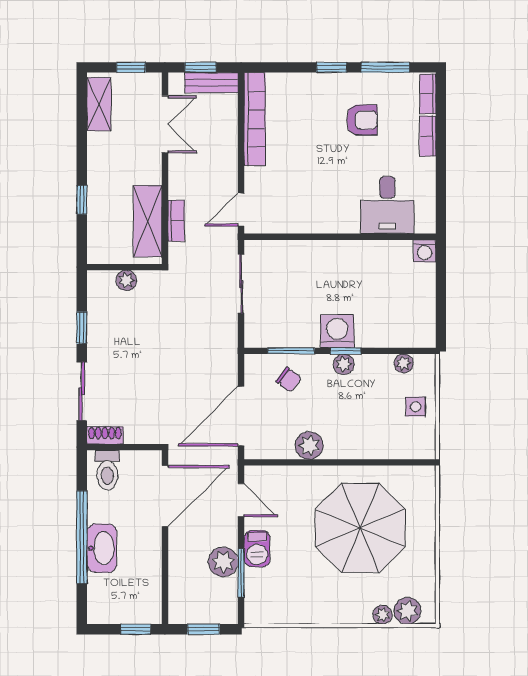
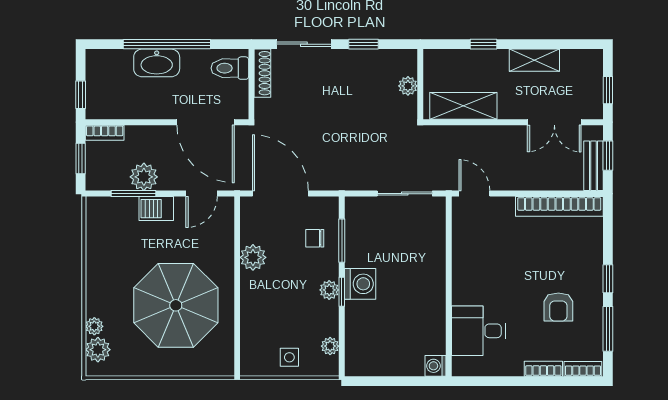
shelving: (99, 104) -> (534, 60), moved
bookcase: (176, 221) -> (105, 133), moved
chair: (289, 380) -> (315, 238), turned 53
shoe rack: (105, 435) -> (262, 73), width x1.43

